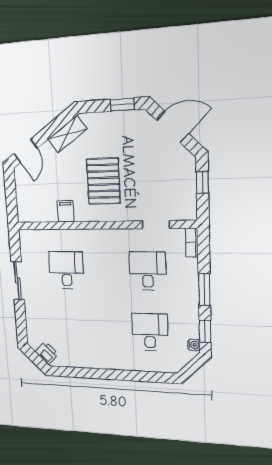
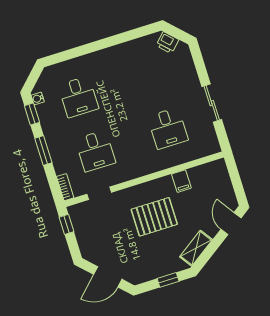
window: (122, 105) -> (168, 280), moved
pallet: (103, 181) -> (154, 217), turned 90
window: (202, 182) -> (67, 224), moved

